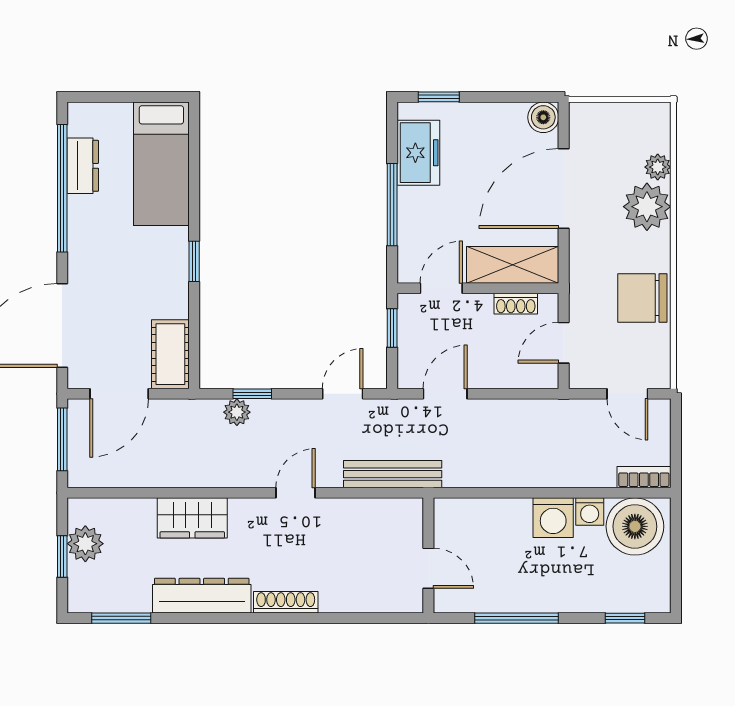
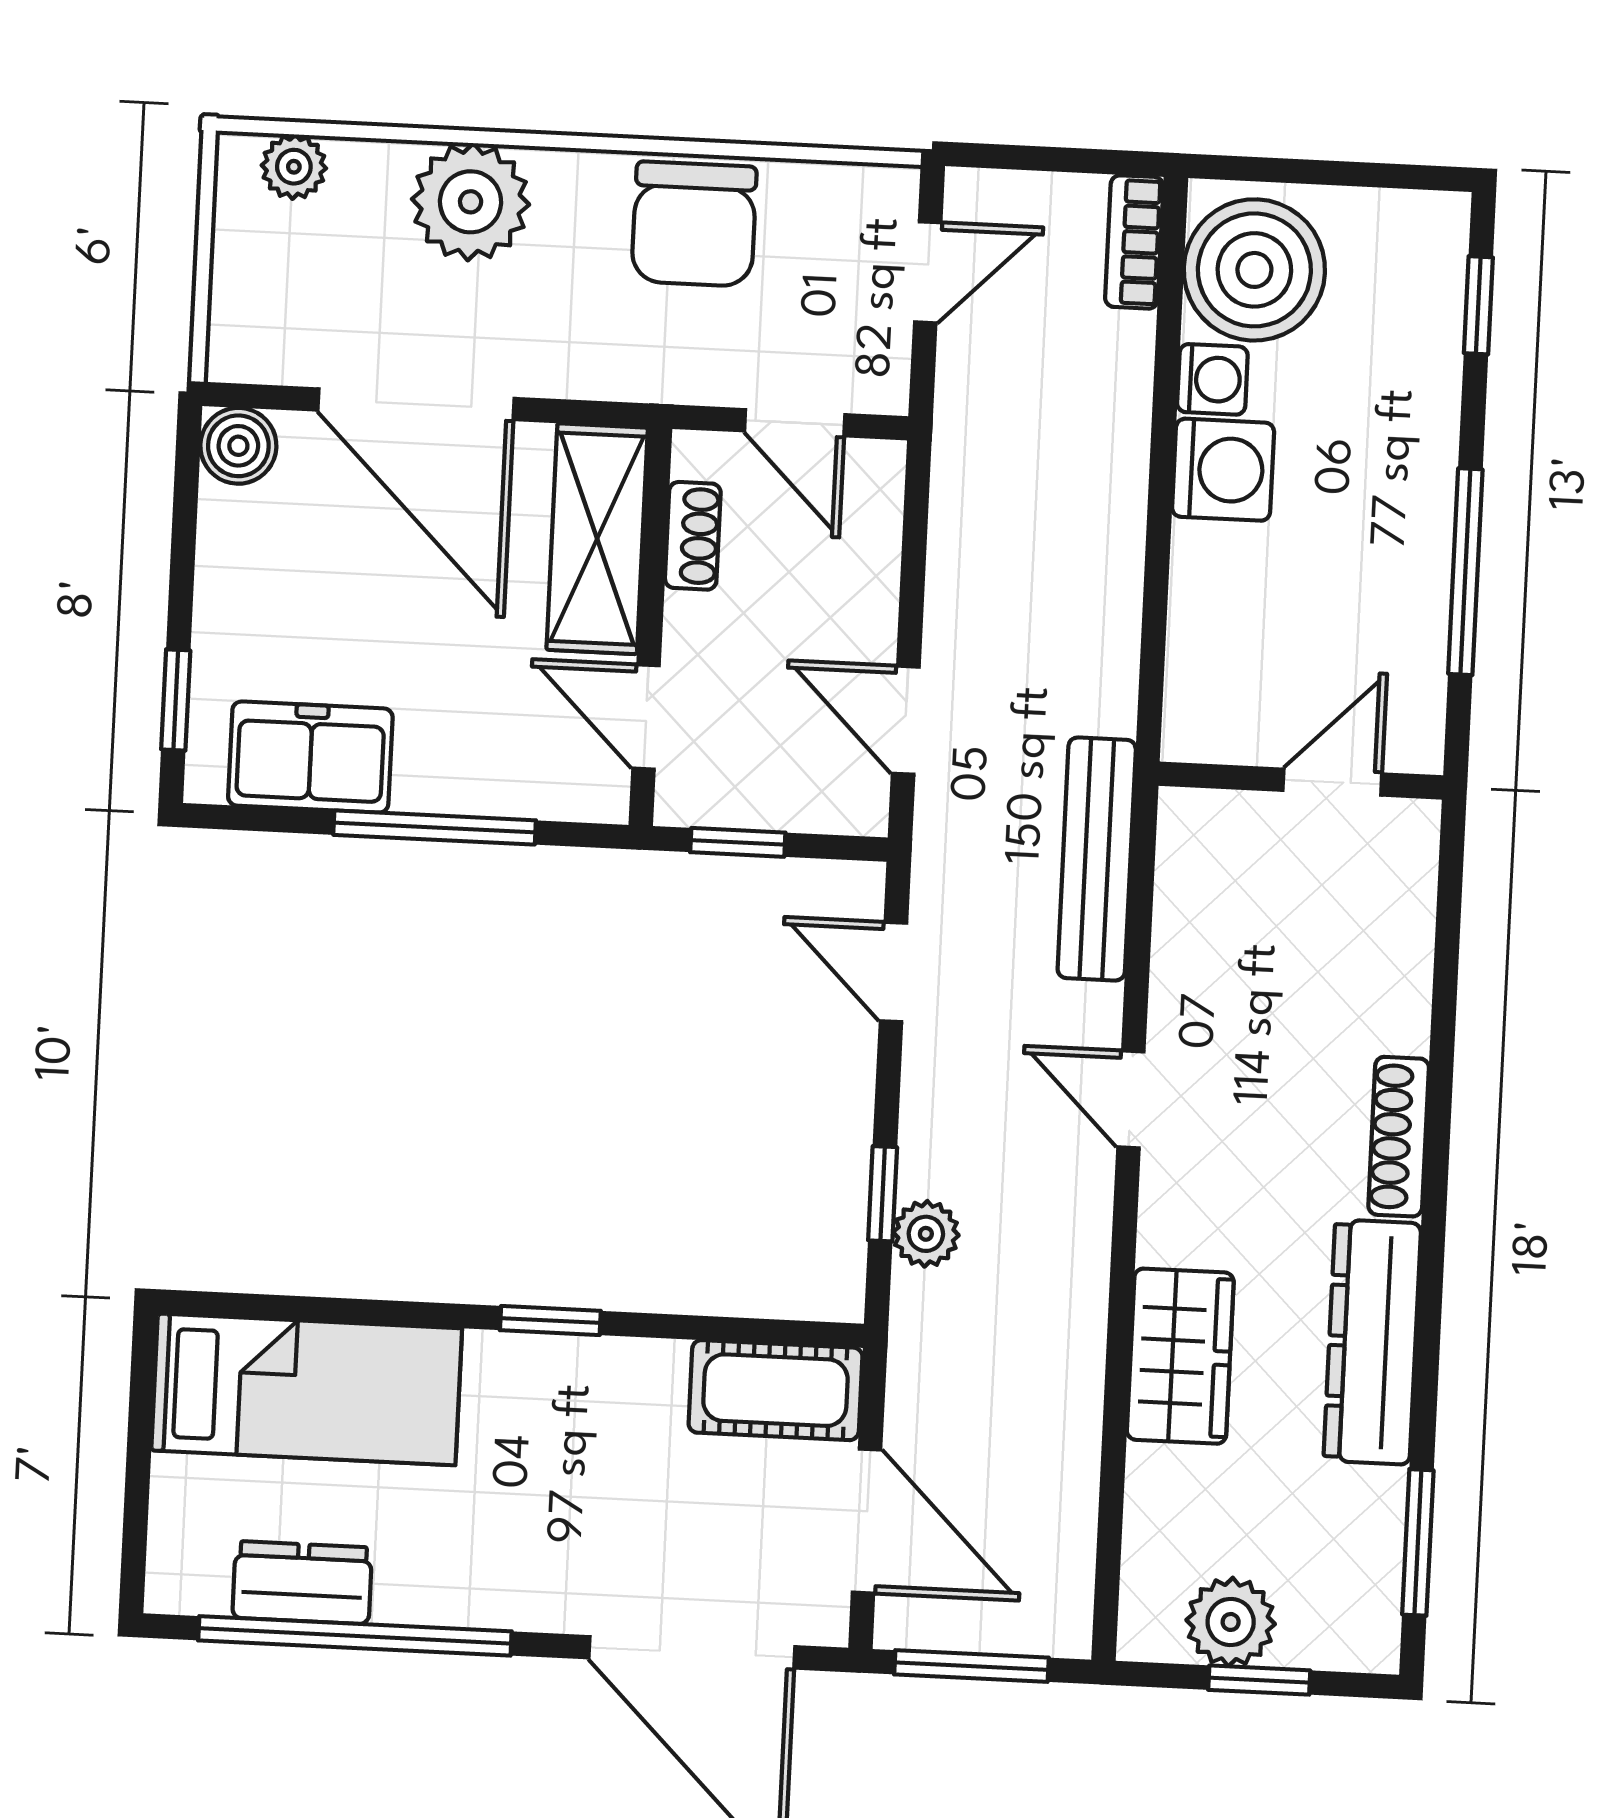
plant: (658, 167) -> (294, 167), moved

